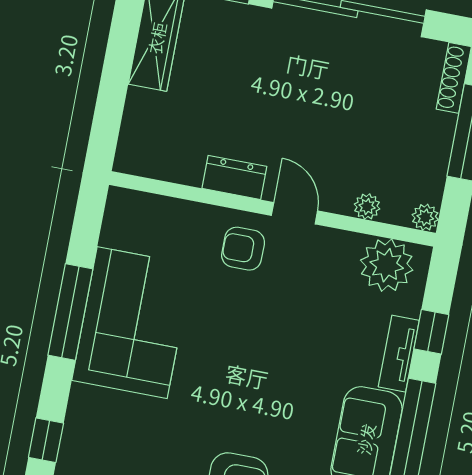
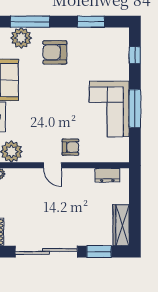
dresser: (234, 177) -> (107, 175), moved
plant: (367, 207) -> (24, 174), removed

